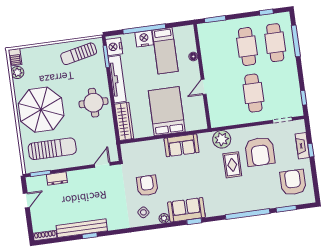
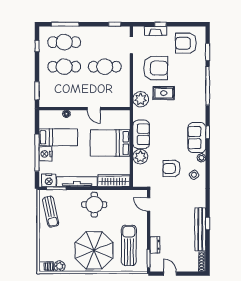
plant: (156, 148) -> (140, 157), added

